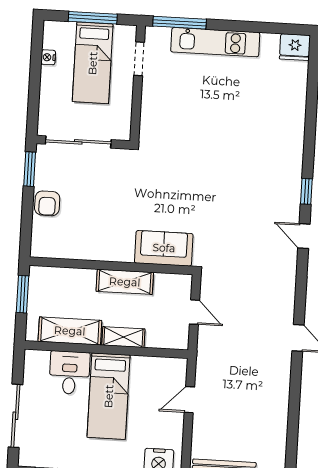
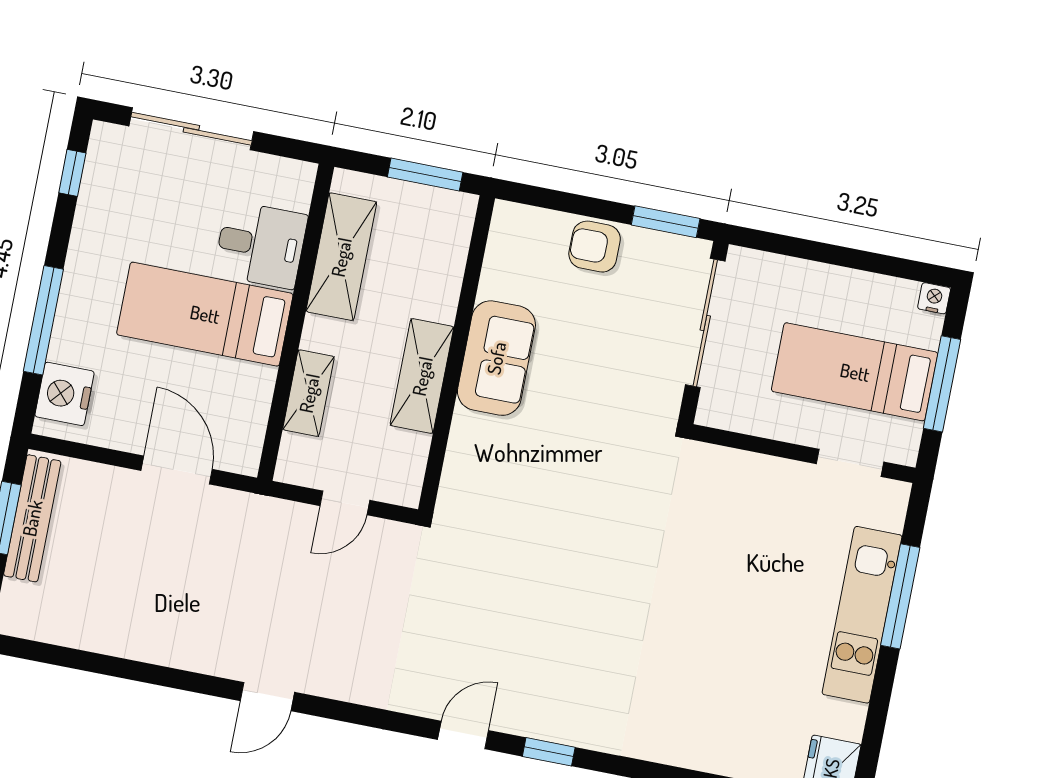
window: (180, 23) -> (900, 596), moved
nightstand: (48, 57) -> (934, 298), moved
sofa: (164, 248) -> (496, 358), moved
shelving: (123, 337) -> (309, 393), moved
door: (189, 400) -> (177, 470), width x1.38

